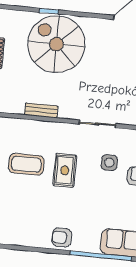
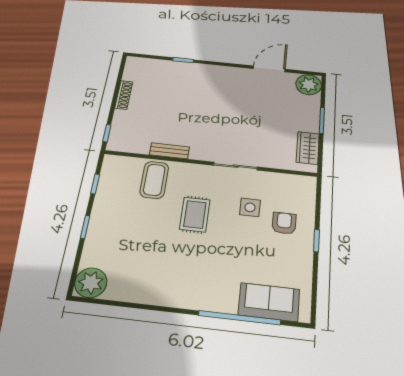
spiral stairs: (56, 44) -> (190, 89), removed
coffee table: (26, 164) -> (154, 180), moved, turned 90
armchair: (62, 237) -> (188, 293), removed

